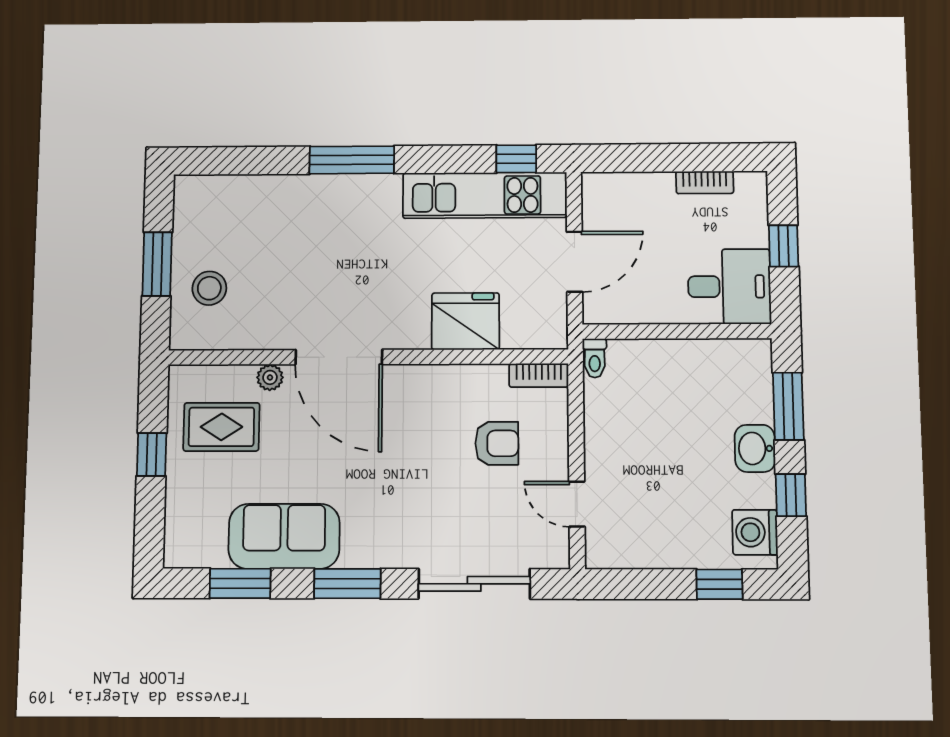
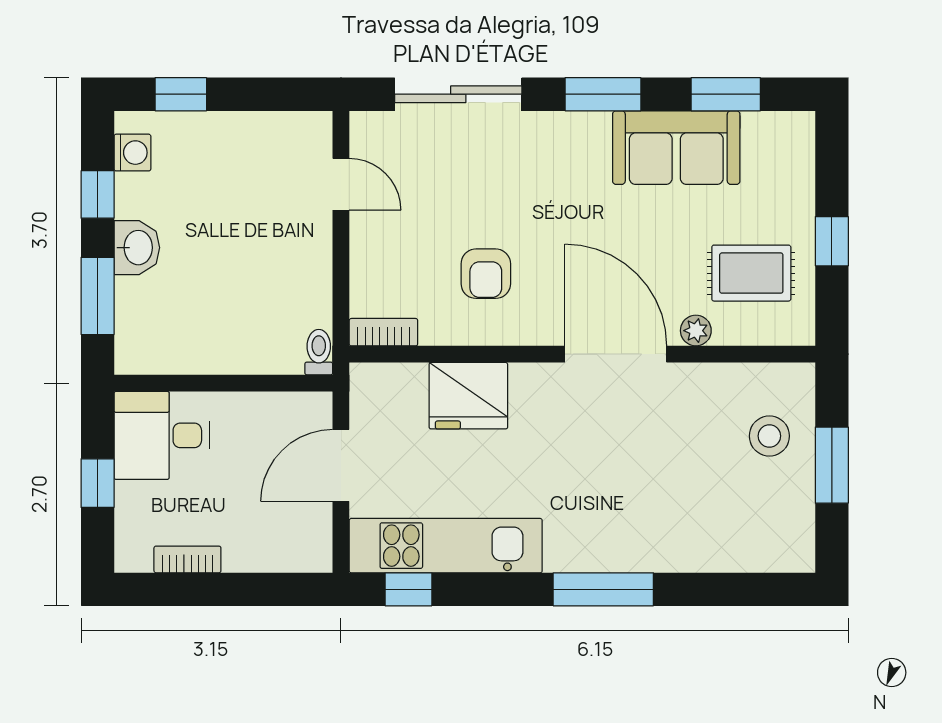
armchair: (497, 443) -> (486, 274), moved, turned -90
washing machine: (755, 532) -> (132, 153), width x0.73, depth x0.73

